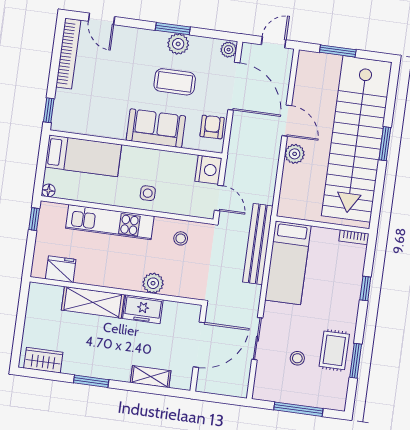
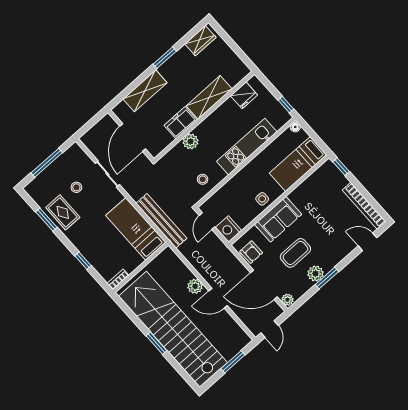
side table: (148, 193) -> (262, 199), moved
door: (219, 198) -> (207, 221), hinge flipped
shelving: (151, 377) -> (145, 91), width x1.50, depth x1.33

